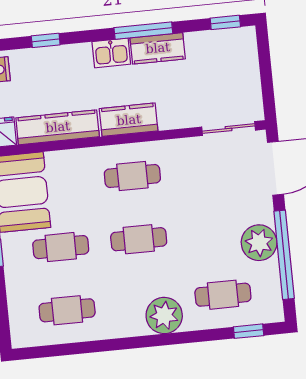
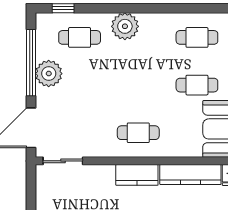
cafe table: (139, 239) -> (138, 85), removed

